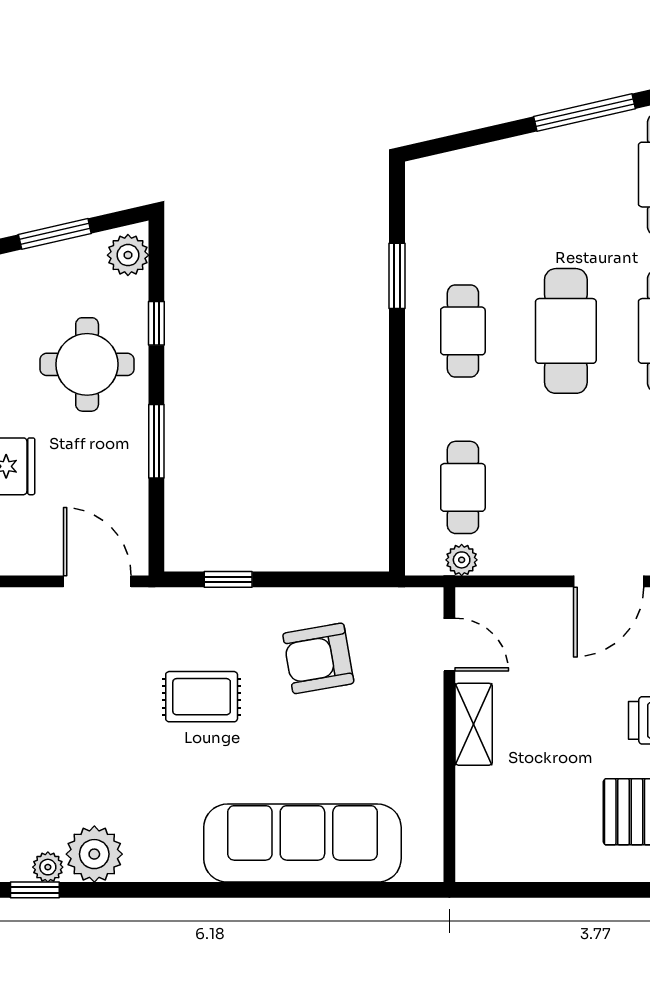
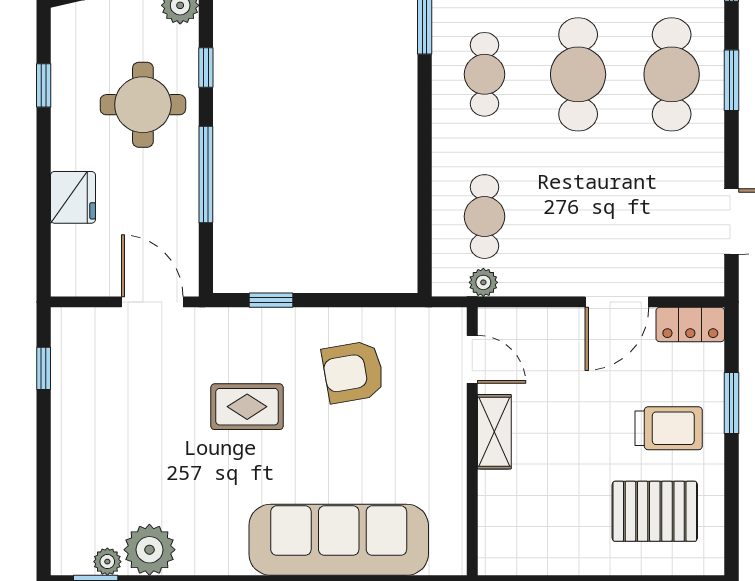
window: (156, 441) -> (206, 174), width x1.44

